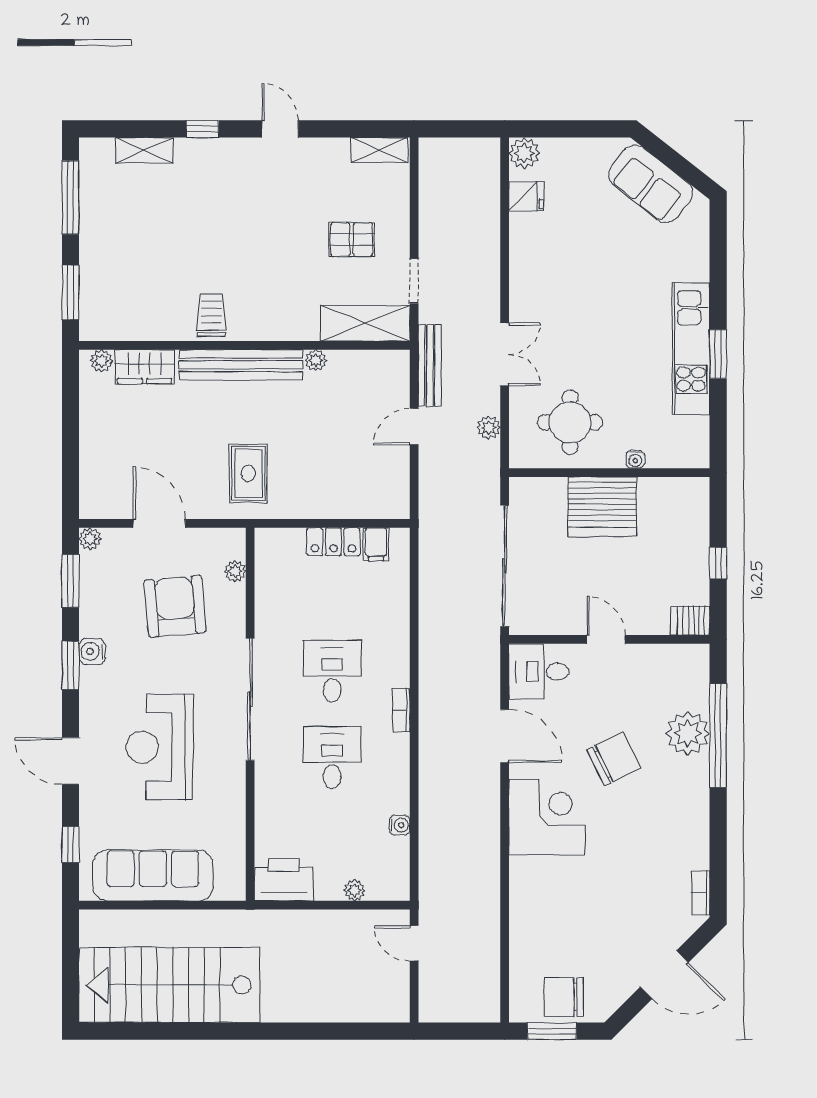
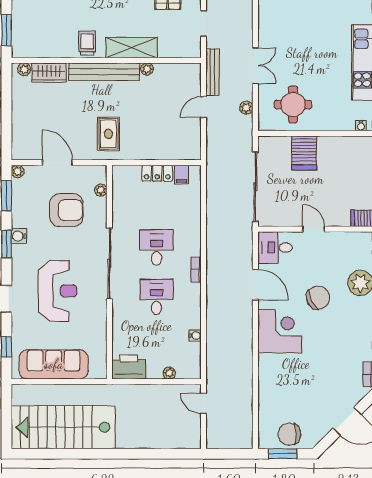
shelving: (365, 323) -> (131, 48), moved
water cooler: (635, 459) -> (361, 126), moved
server rack: (602, 507) -> (304, 153), width x0.62
armchair: (175, 606) -> (66, 210), turned 95
reception desk: (160, 747) -> (58, 291), turned 180

